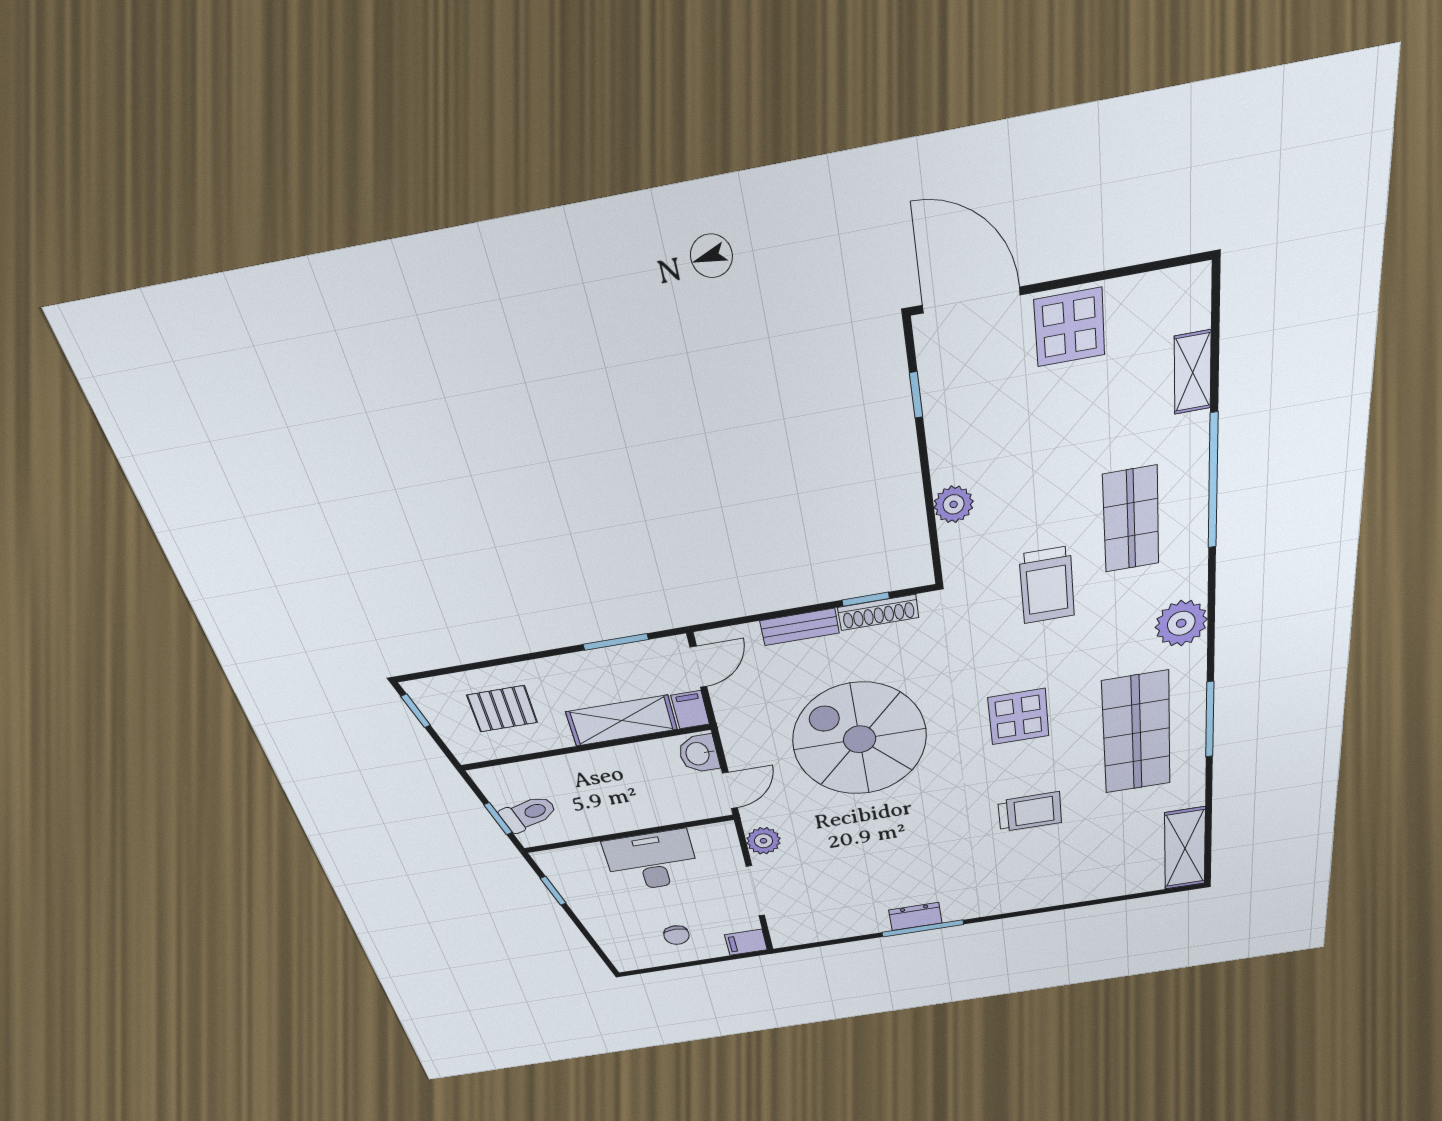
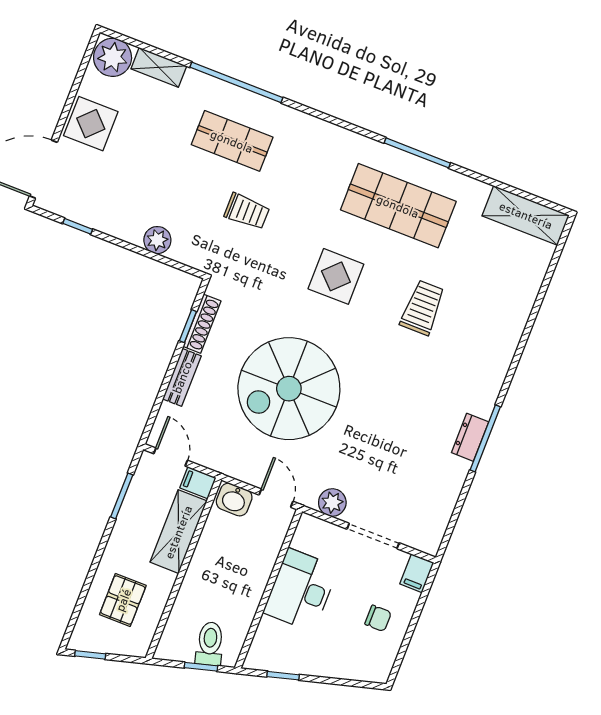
trolley: (1047, 585) -> (247, 211), width x0.73, depth x0.72
plant: (1181, 623) -> (113, 57), moved

